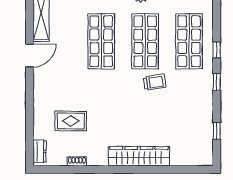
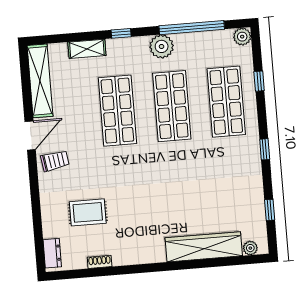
window: (217, 50) -> (259, 81), moved
trolley: (155, 82) -> (55, 161), moved
wardrobe: (139, 156) -> (204, 247), moved
plant: (199, 160) -> (250, 248), added

